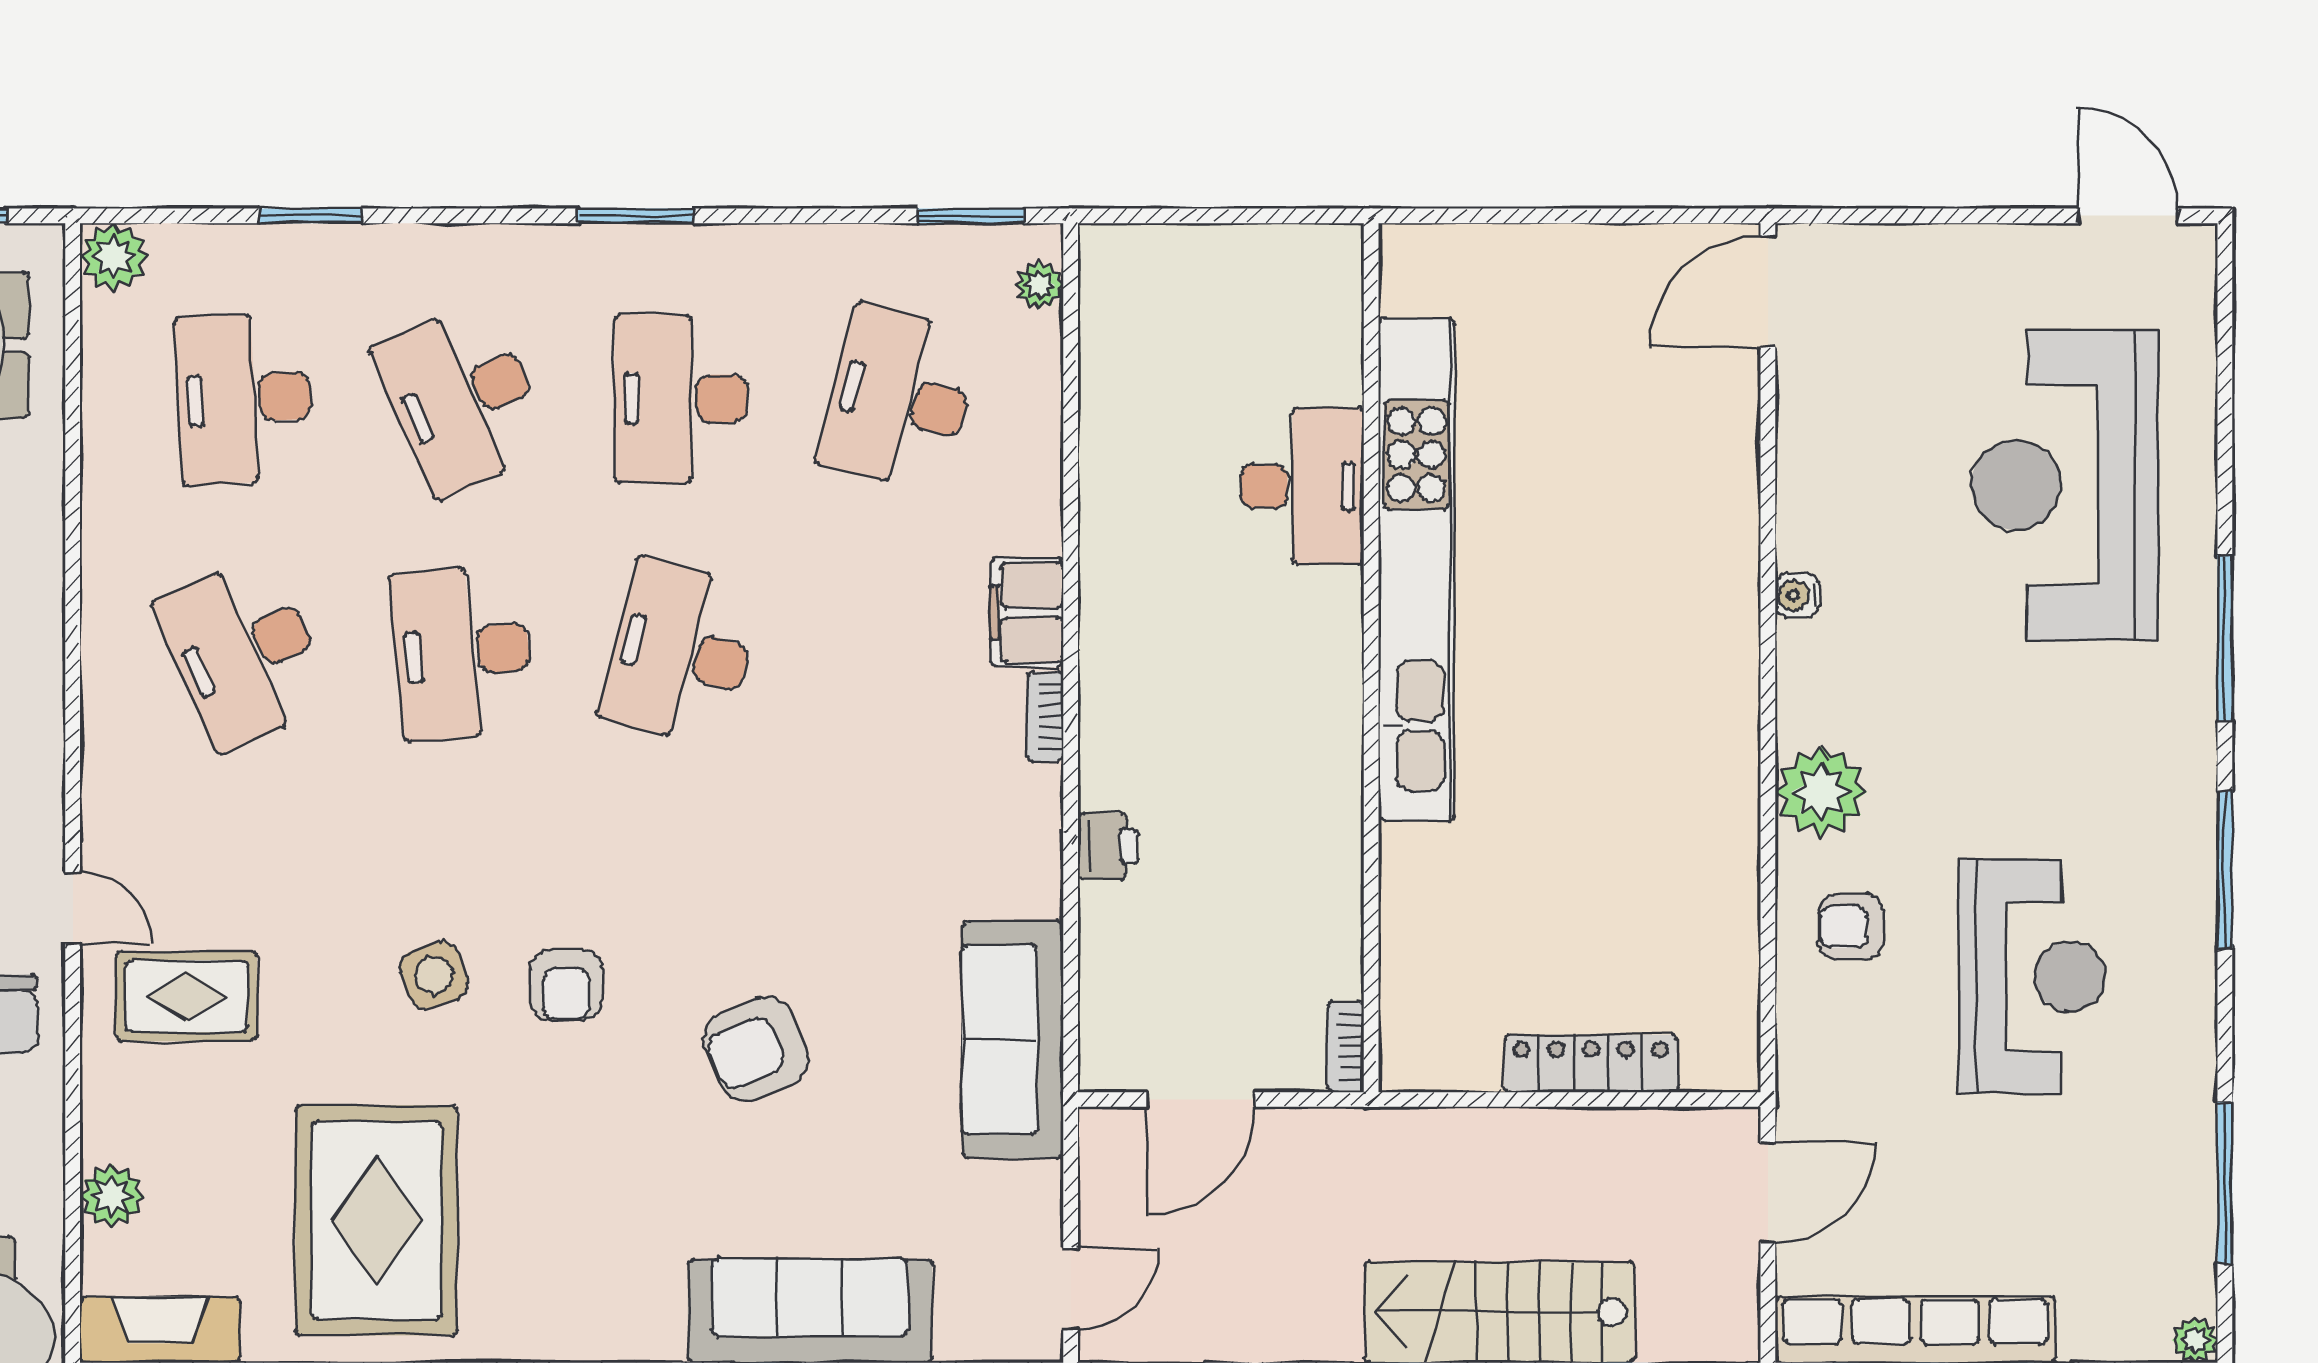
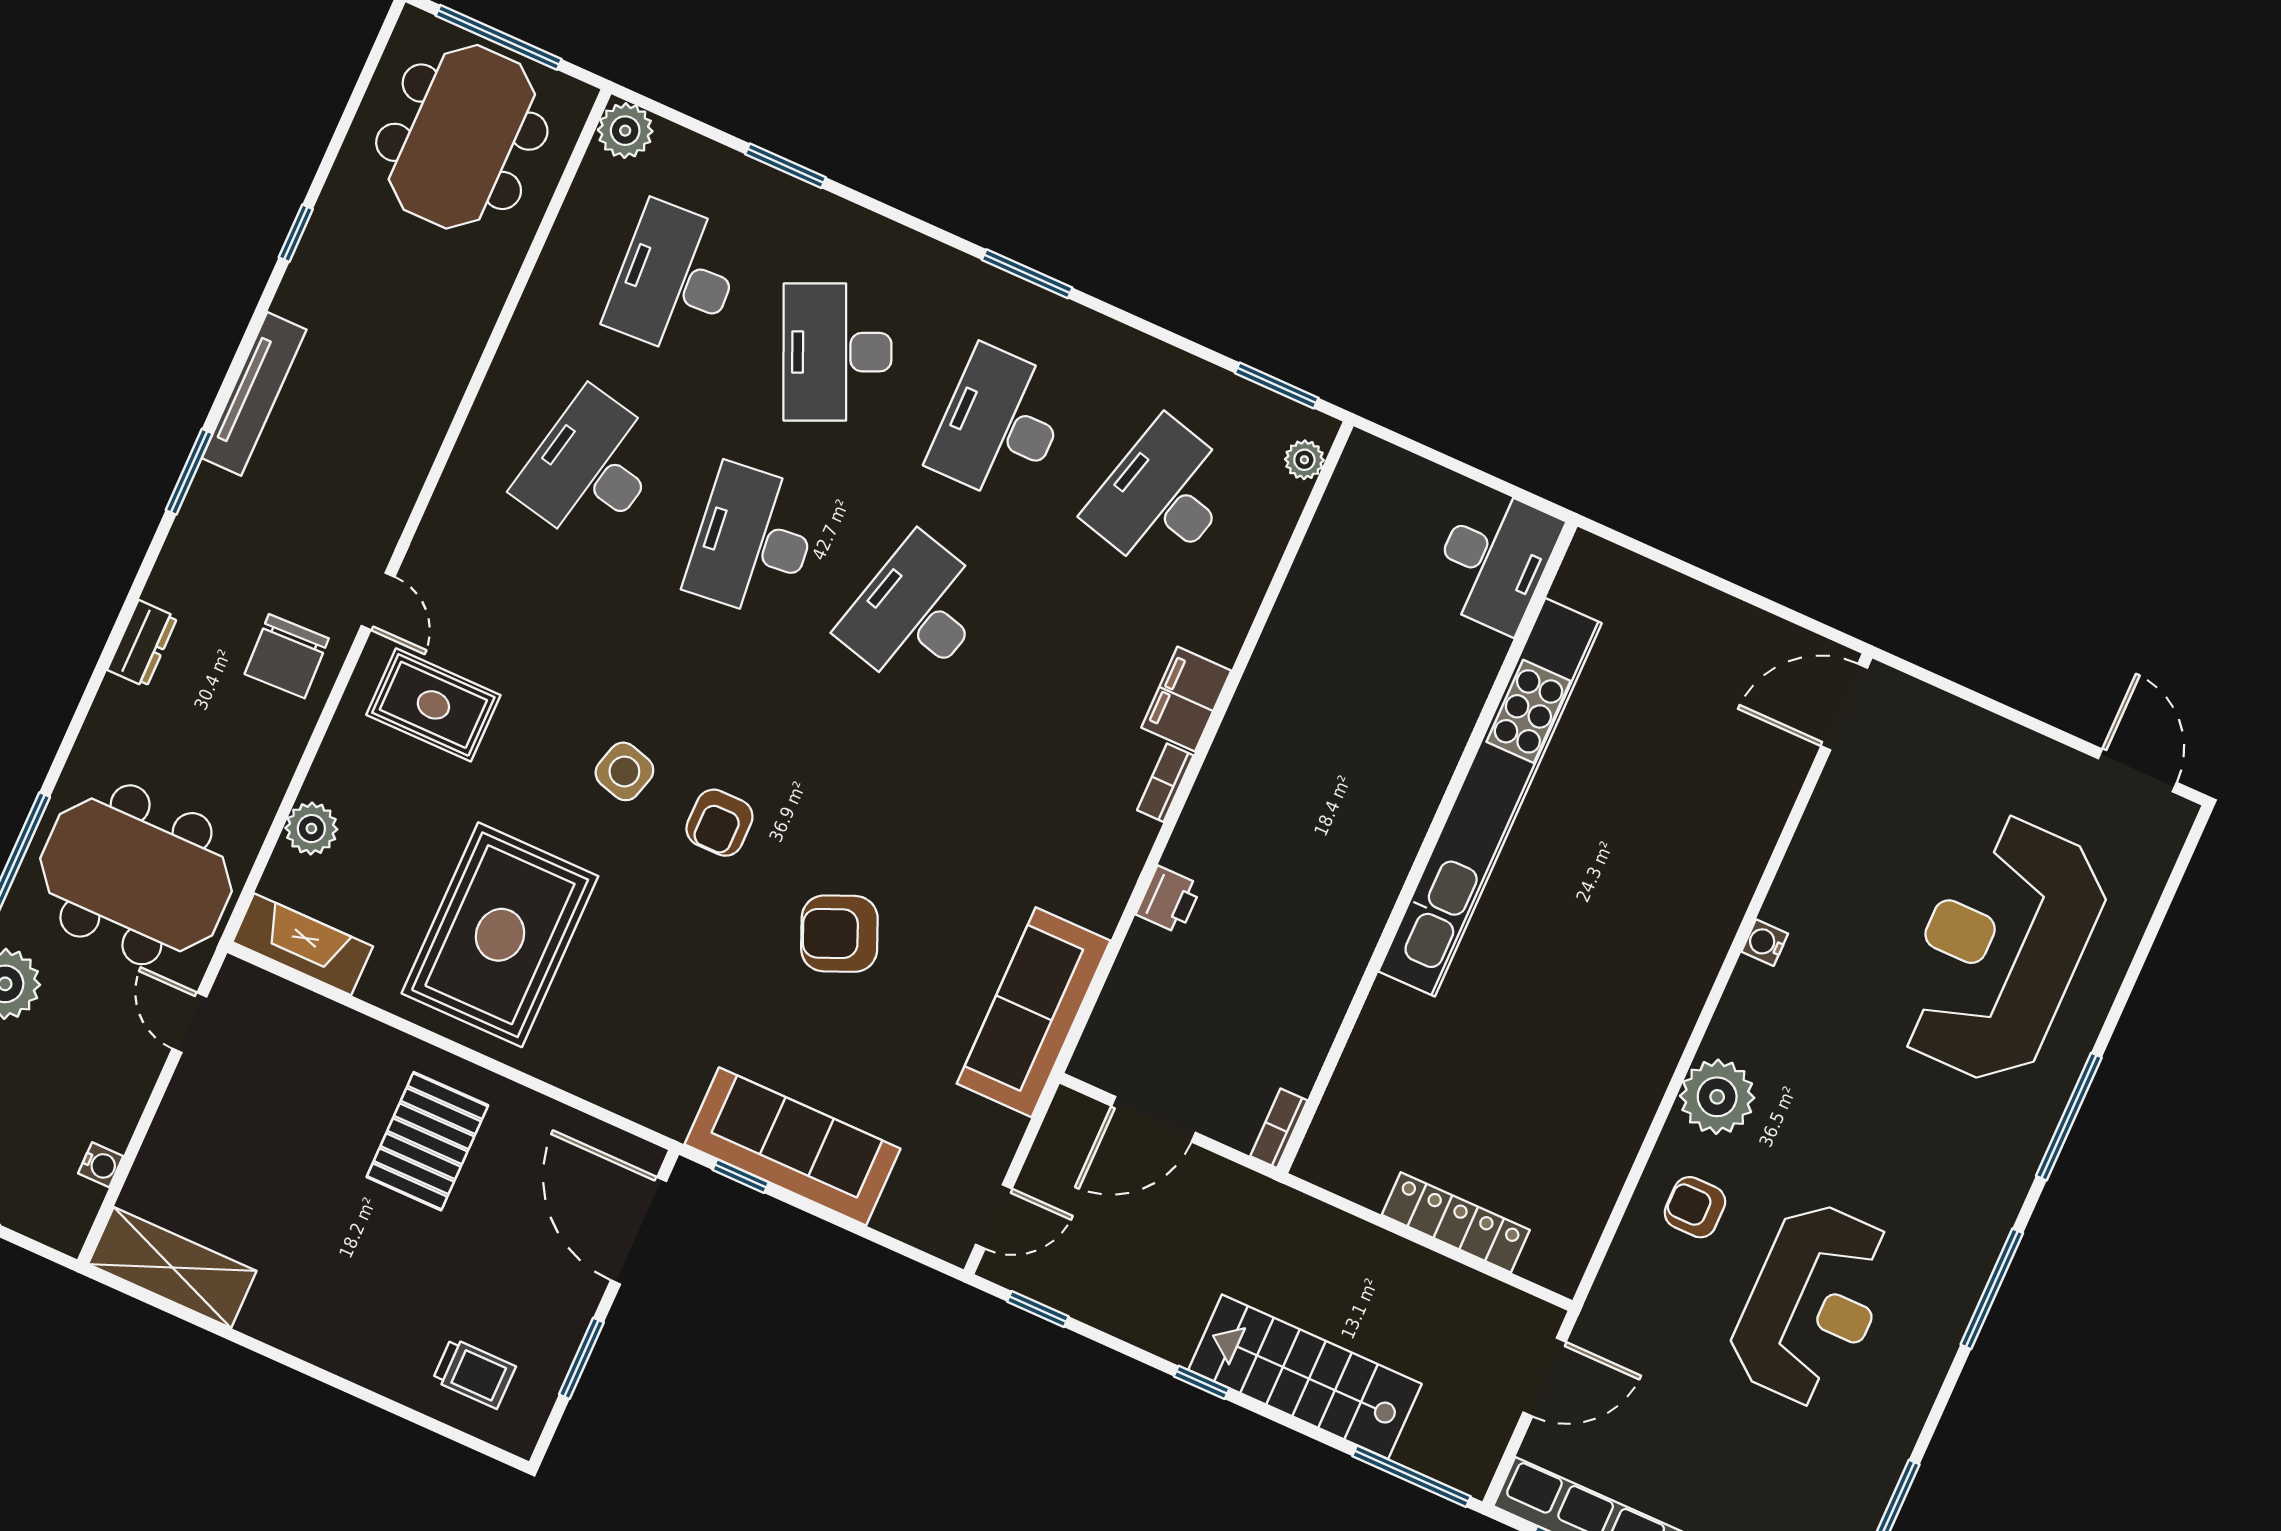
desk: (1302, 486) -> (1495, 559), moved
desk: (244, 652) -> (591, 468), turned 36
side table: (434, 975) -> (624, 771), turned 36

